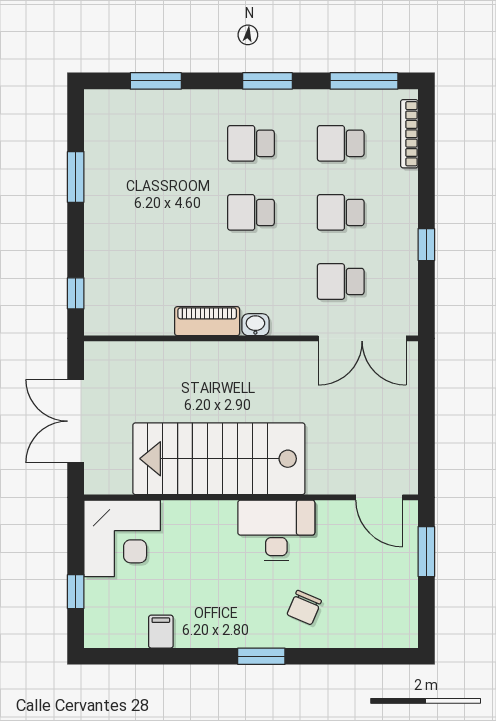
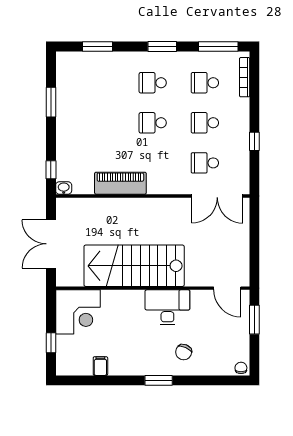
piano: (207, 321) -> (120, 183), width x1.37, depth x1.33
washbasin: (255, 325) -> (64, 188), moved
chair: (403, 635) -> (241, 368), added

